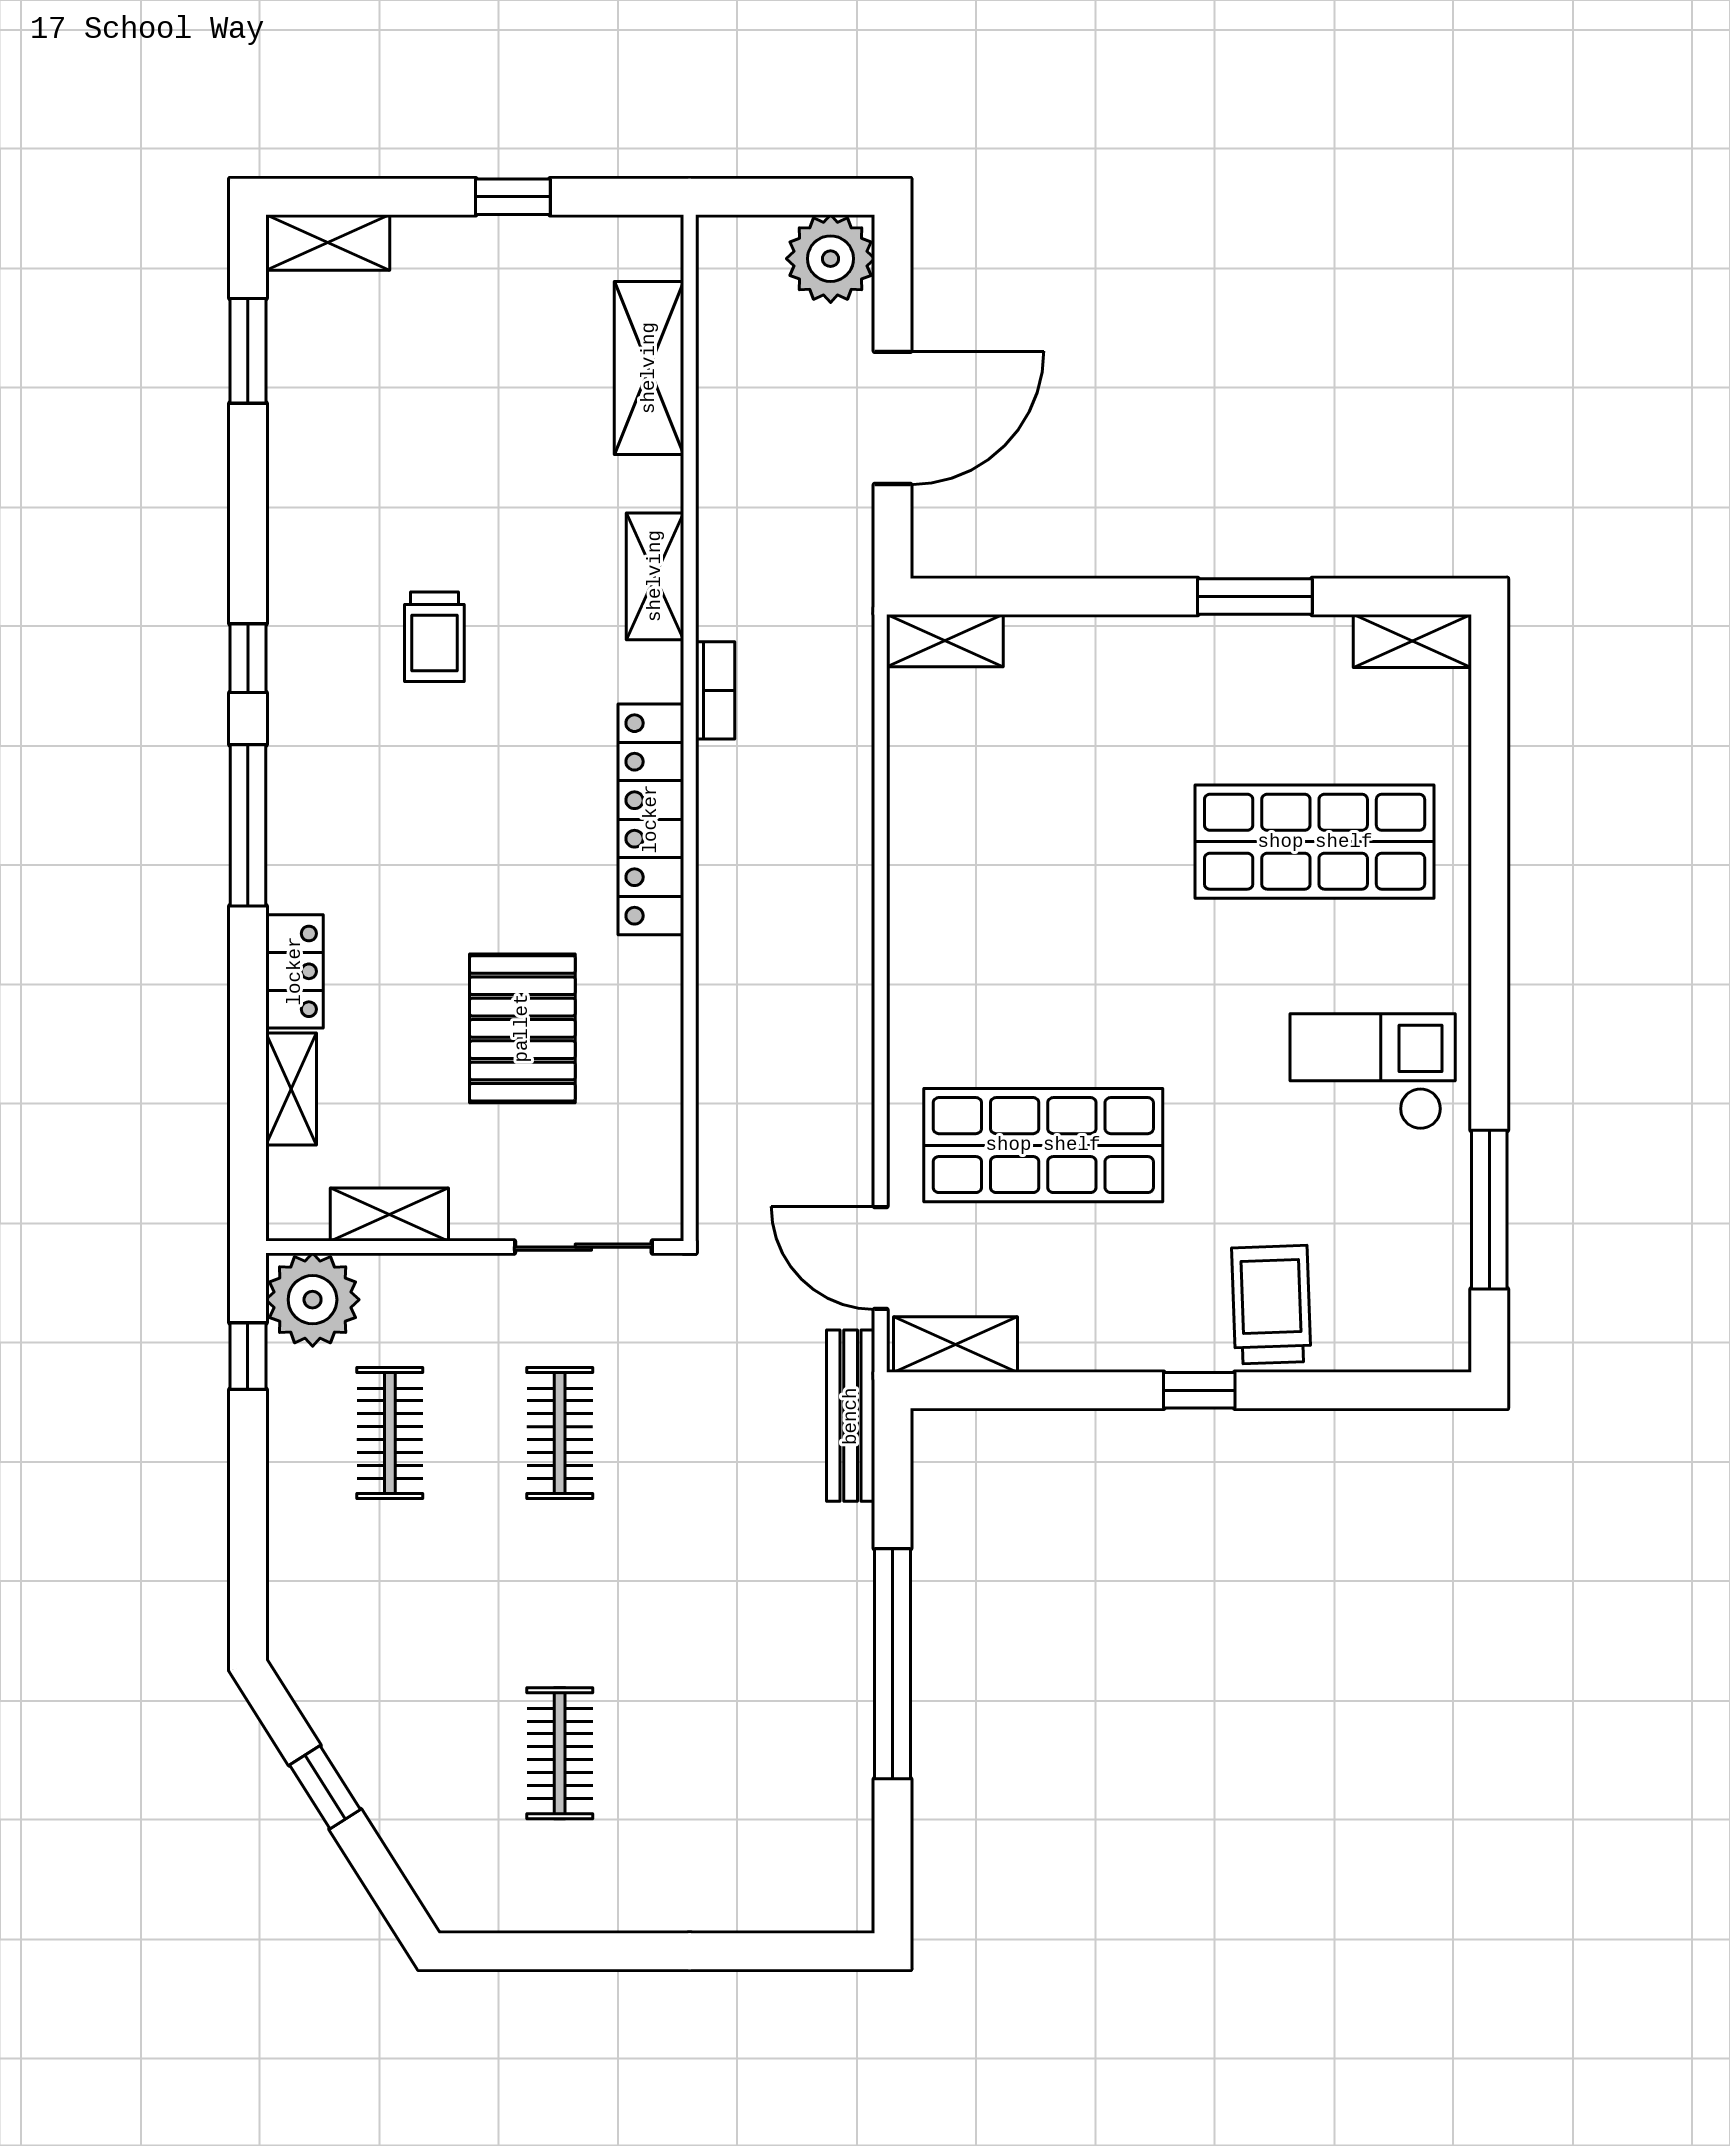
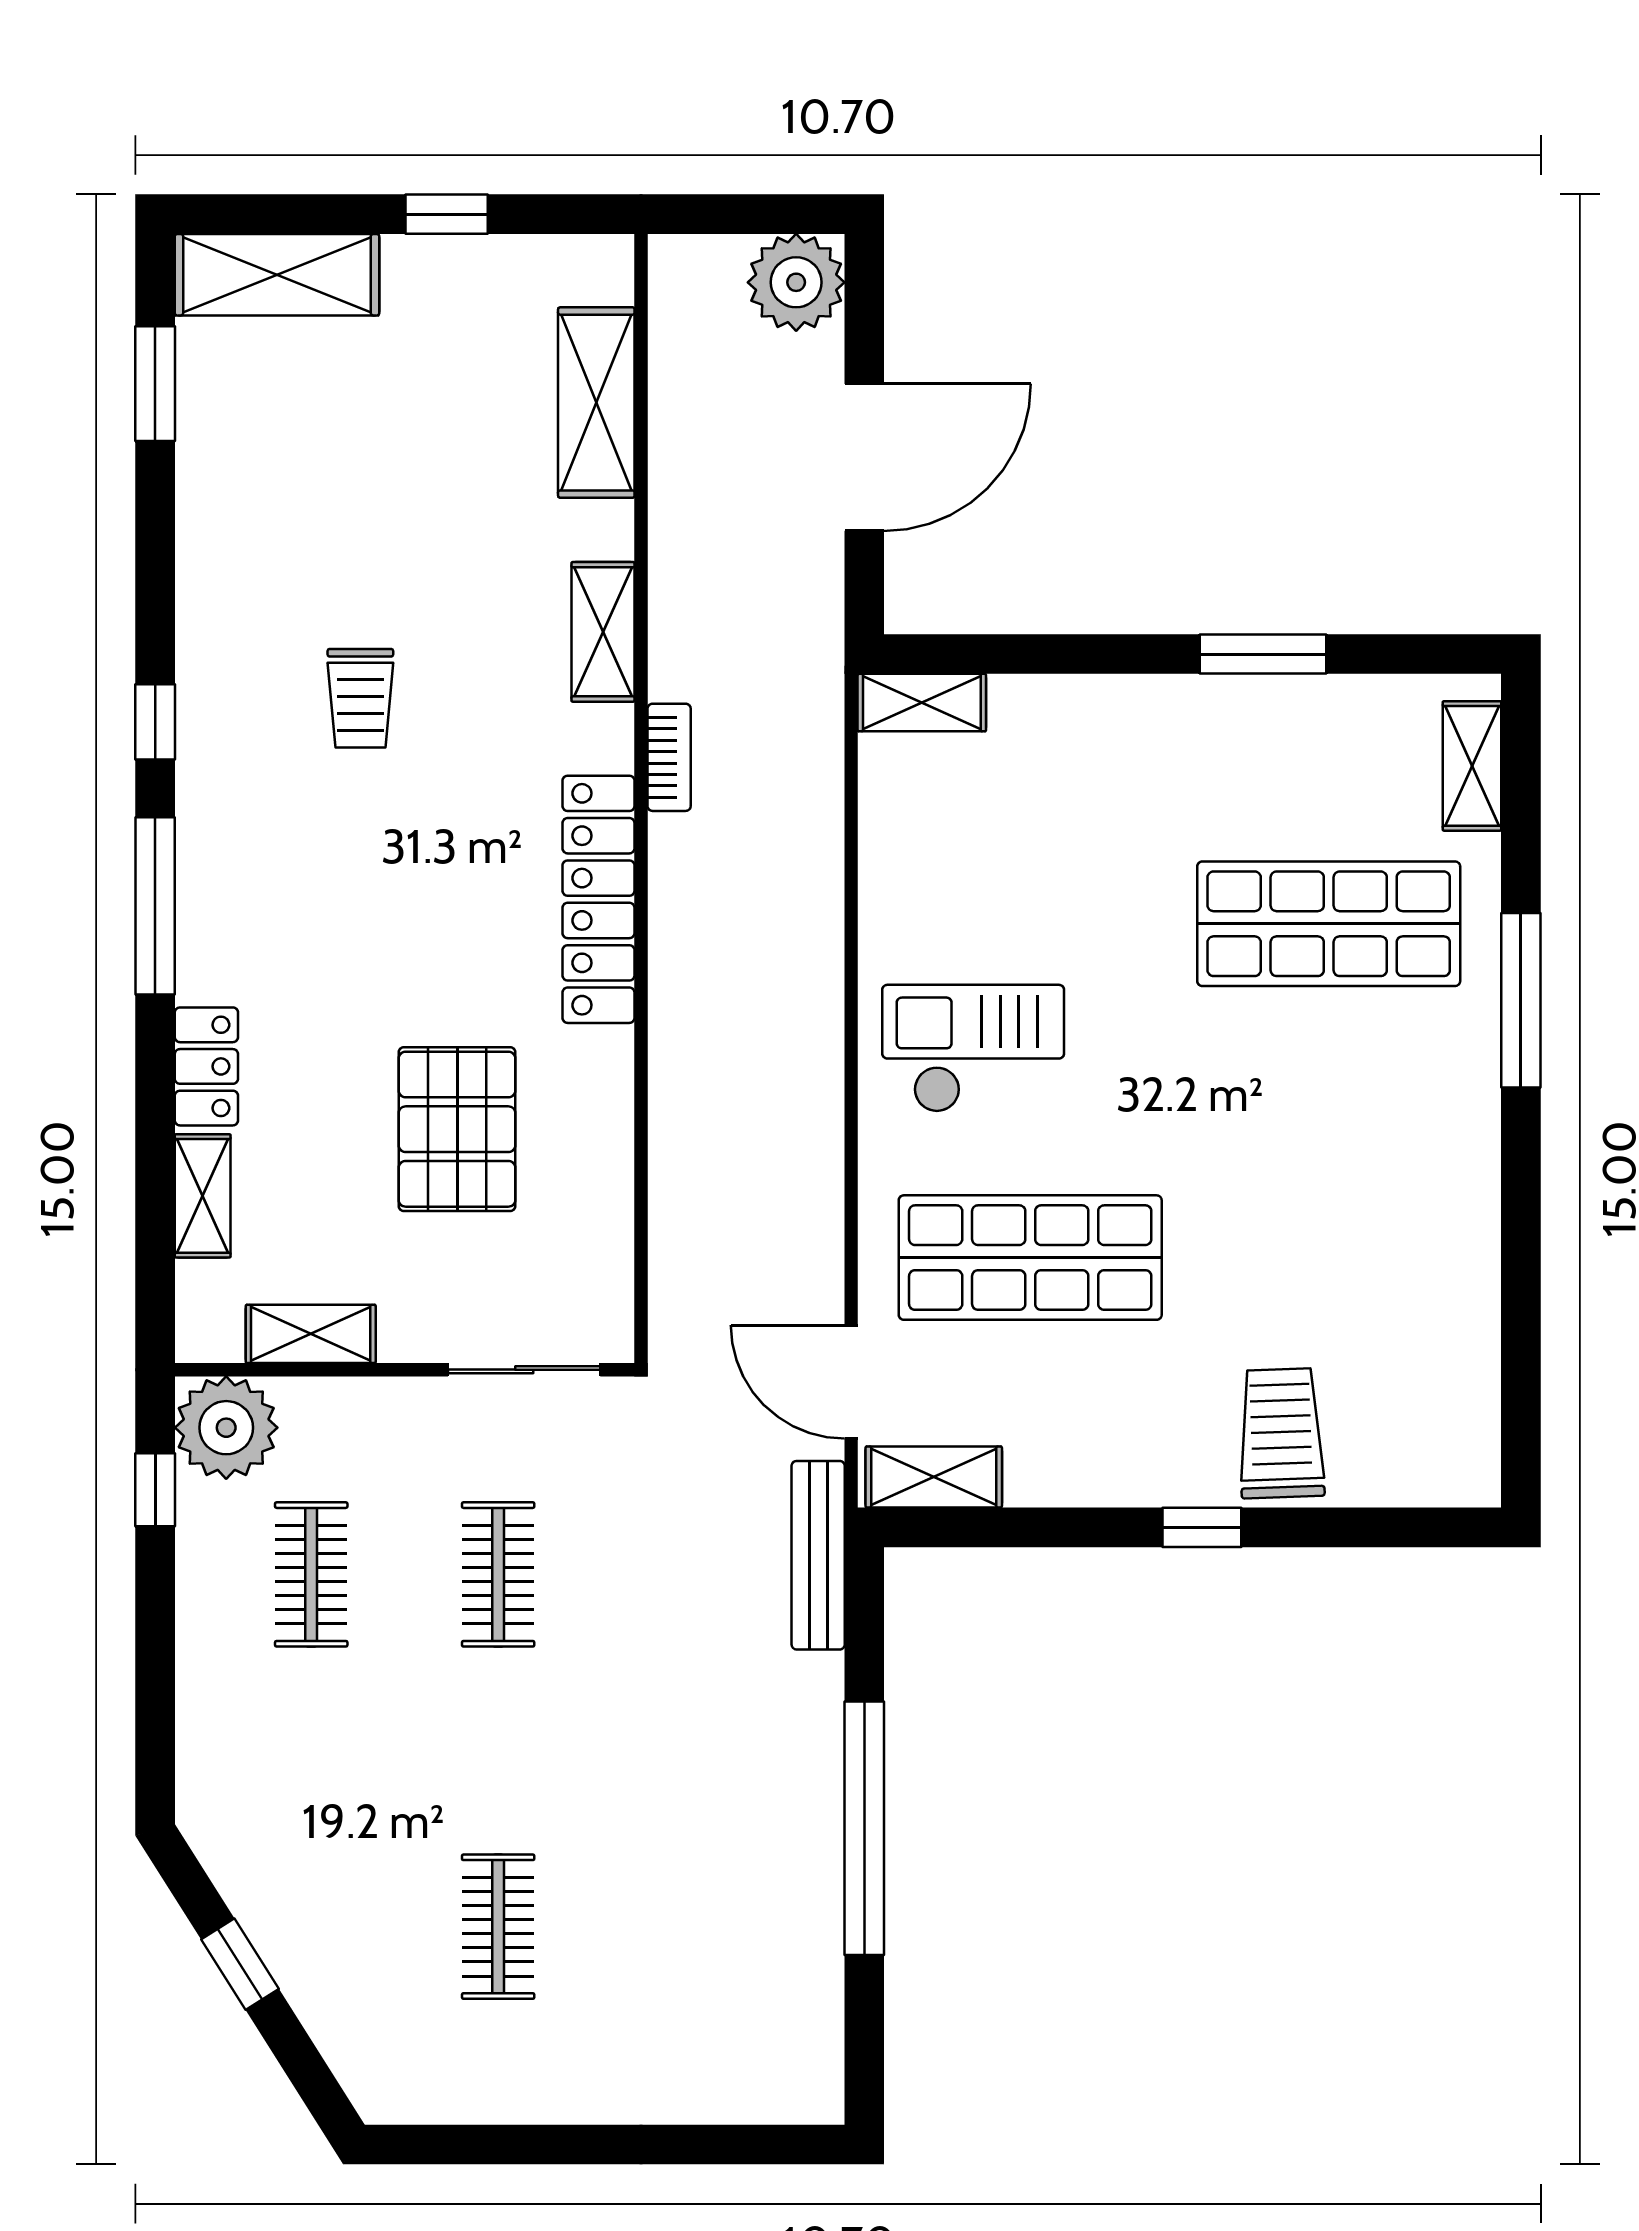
shelving: (328, 242) -> (277, 275), width x1.50, depth x1.33
shelving: (1412, 641) -> (1472, 766), moved, turned 90
checkout: (1373, 1072) -> (973, 1048), moved
window: (1489, 1210) -> (1521, 1000), moved

